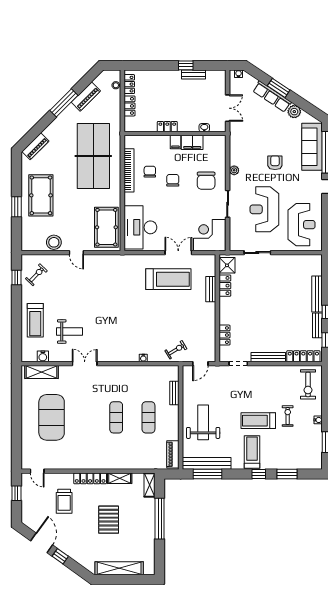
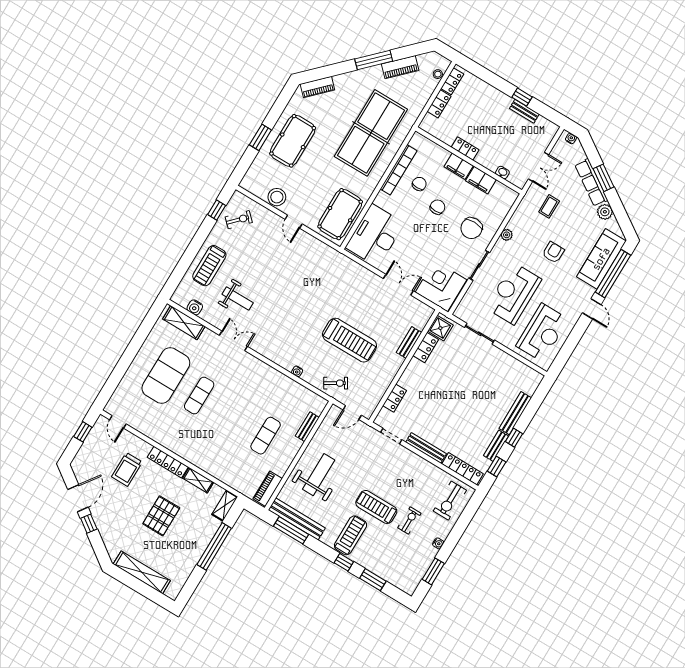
coffee table: (252, 132) -> (549, 206), added
filing cabinet: (175, 142) -> (459, 166), width x2.00
treadmill: (168, 279) -> (350, 340), moved
exercise mat: (116, 417) -> (199, 396), moved

